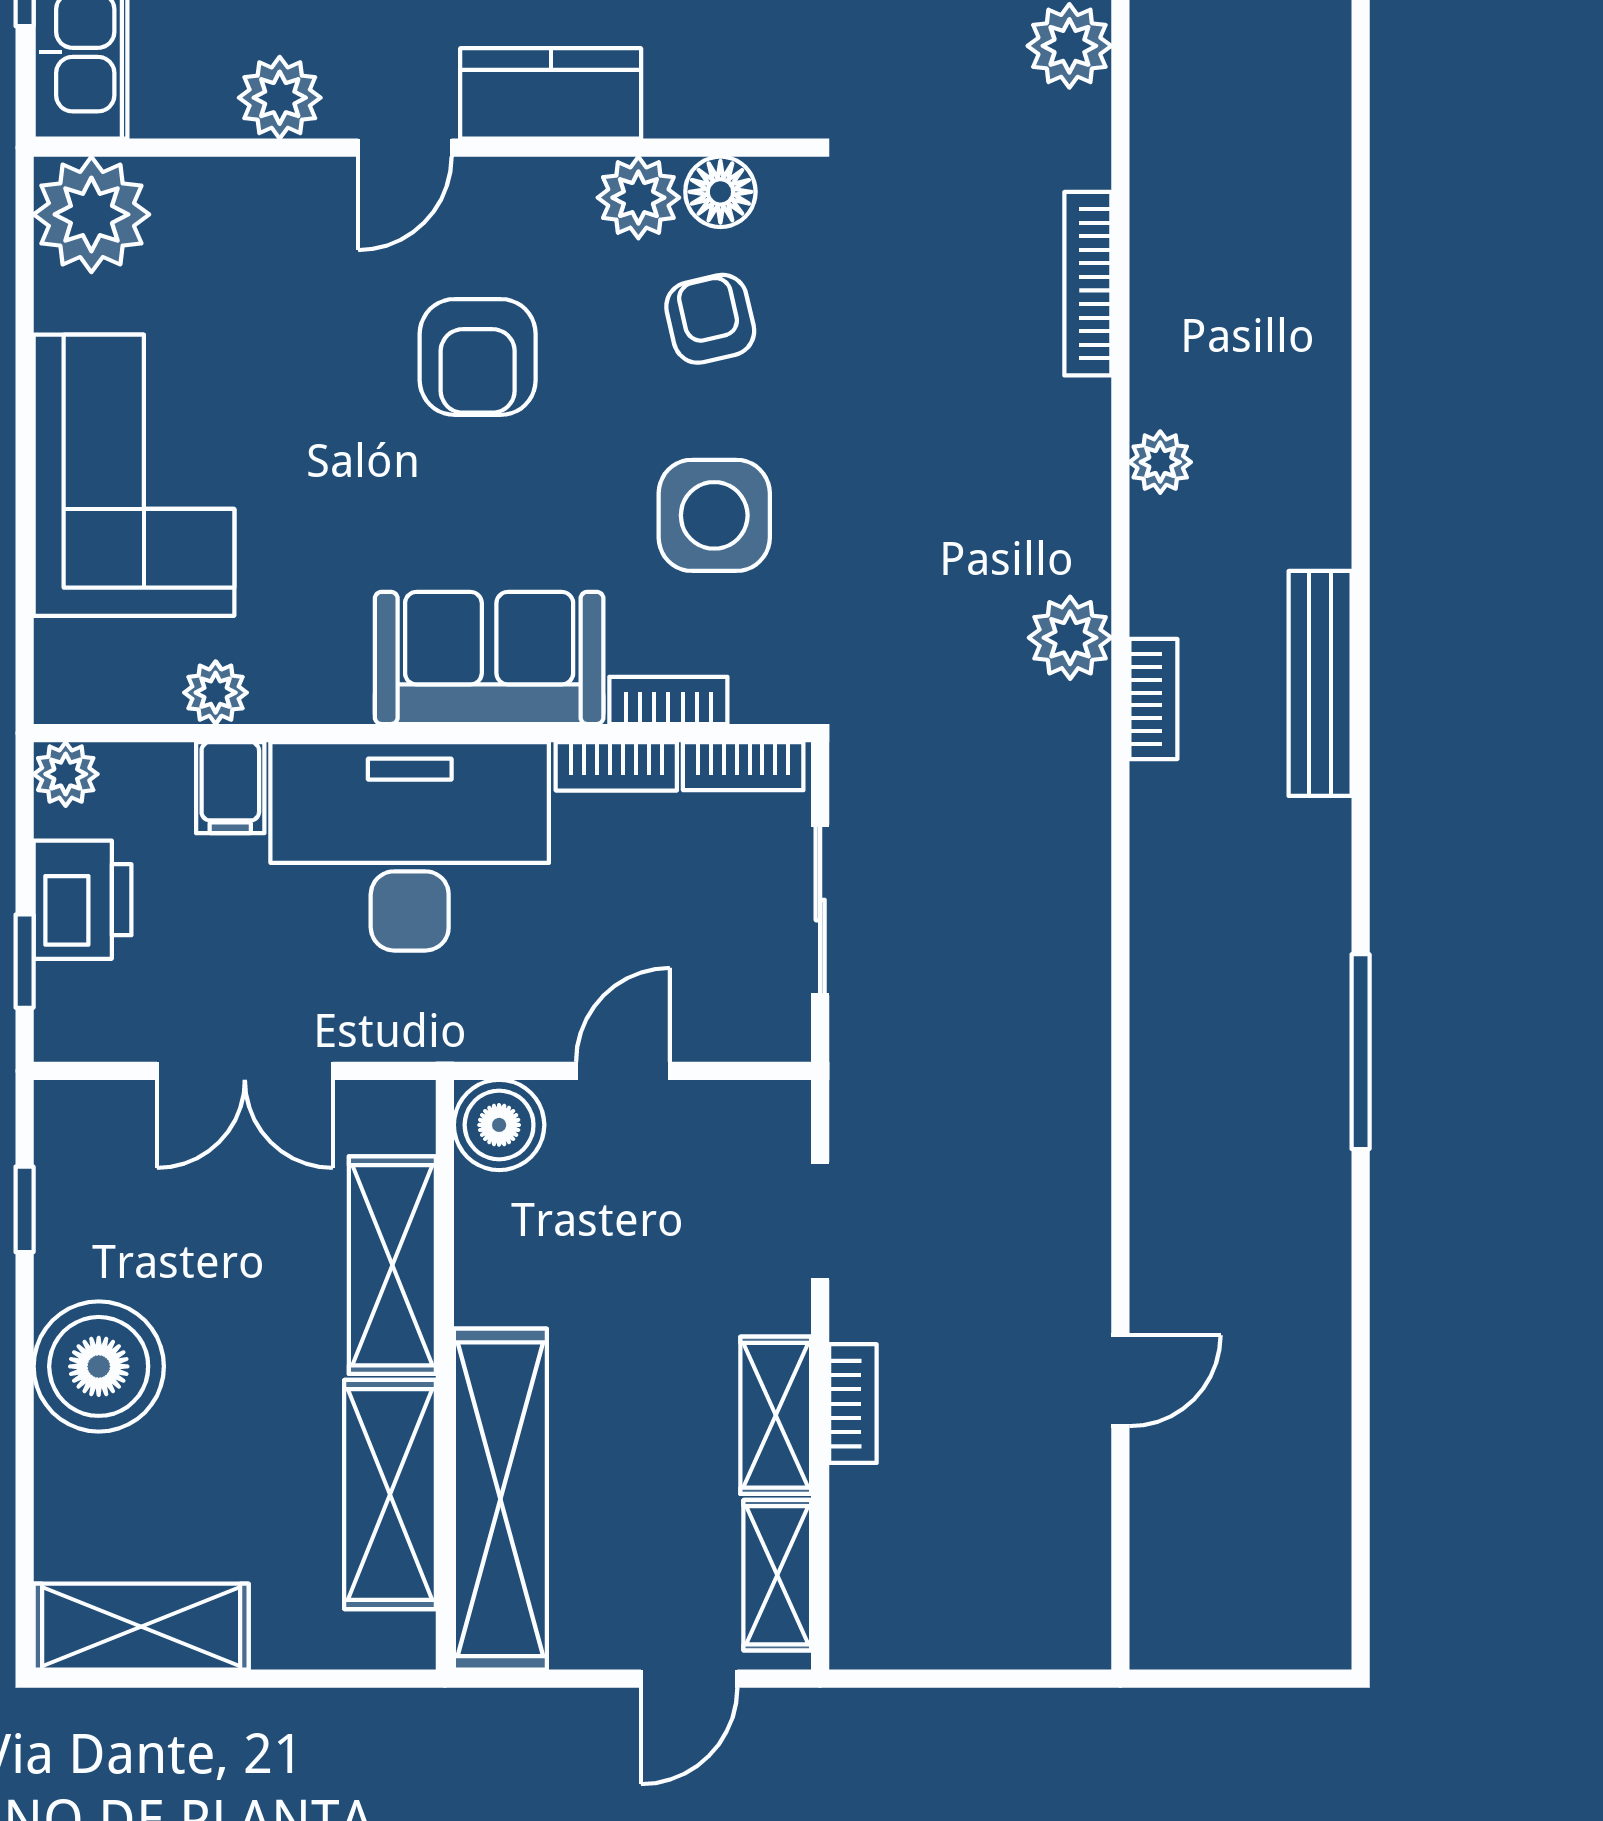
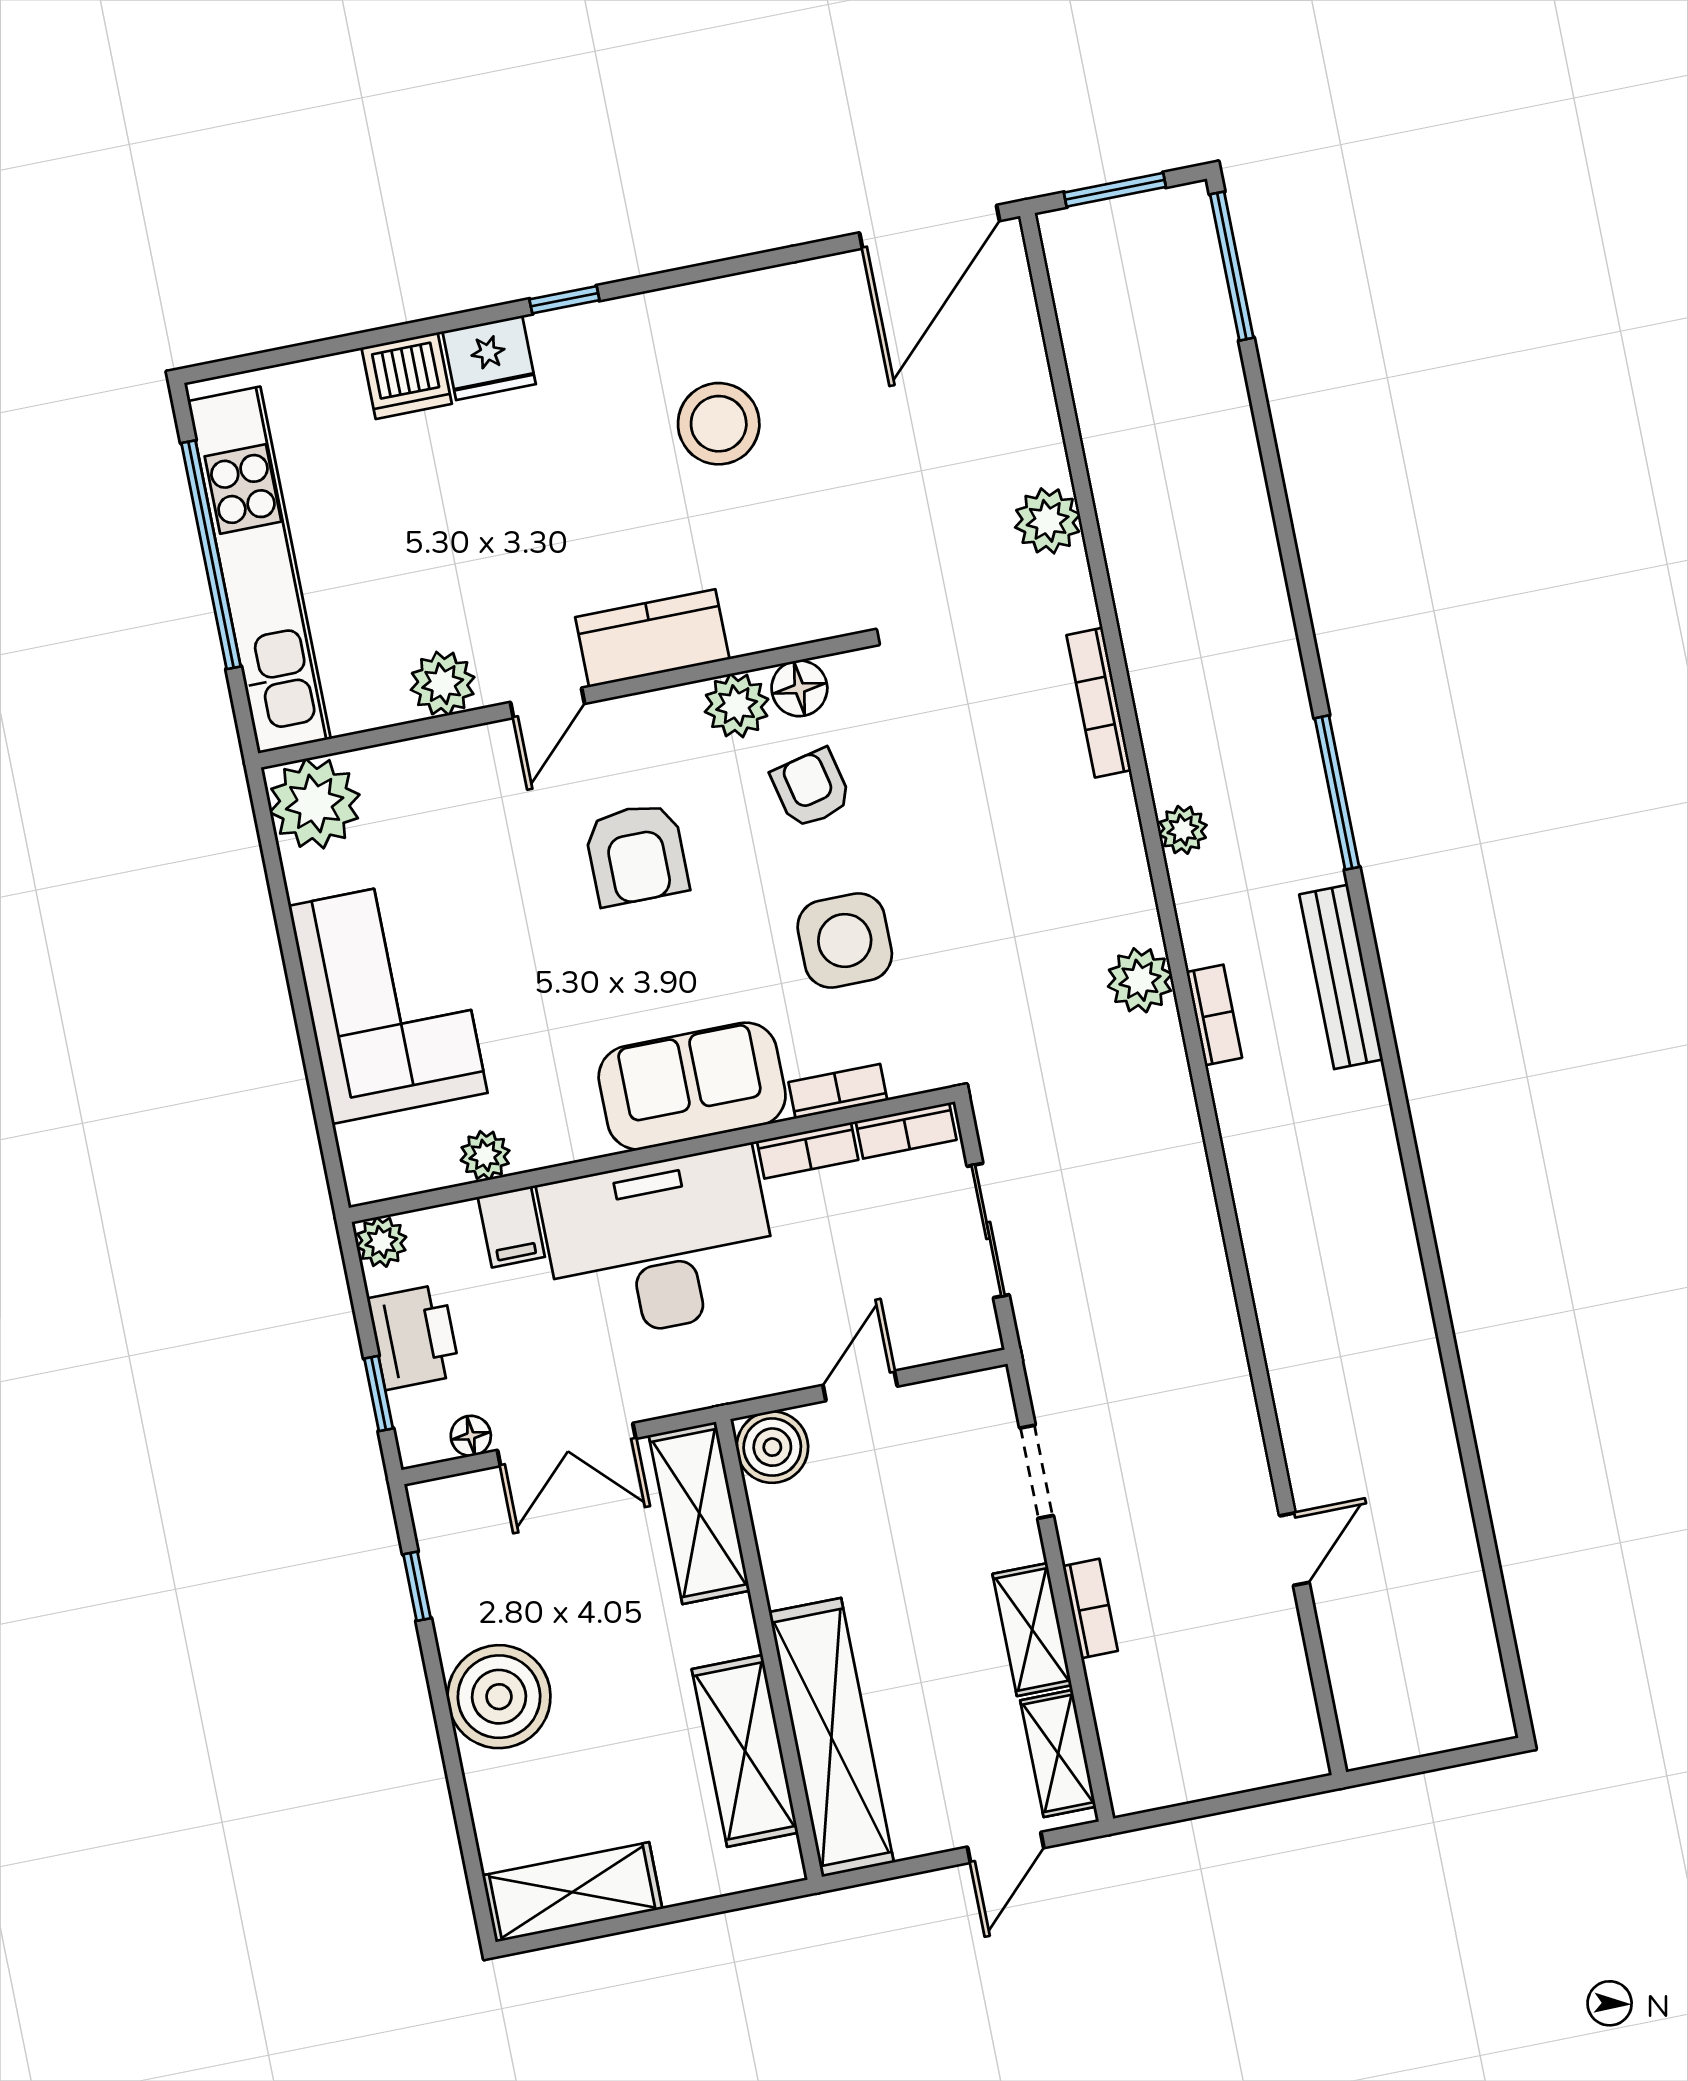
floor lamp: (128, 1036) -> (471, 1436), added
window: (1361, 1052) -> (1337, 793), moved
shelving: (392, 1265) -> (699, 1513), moved

